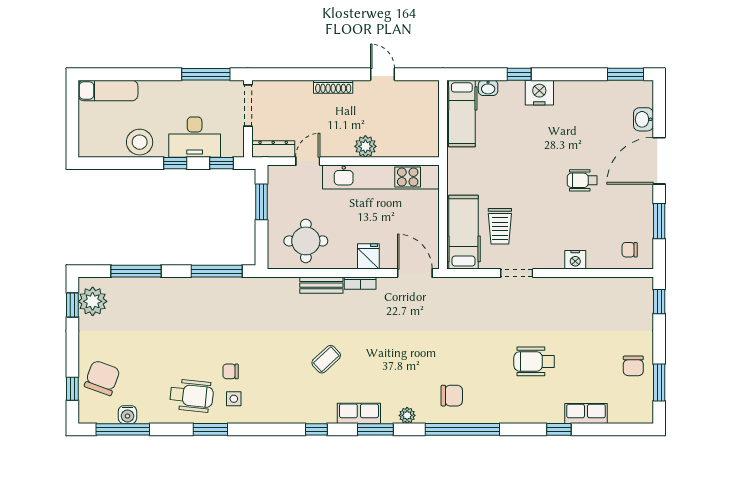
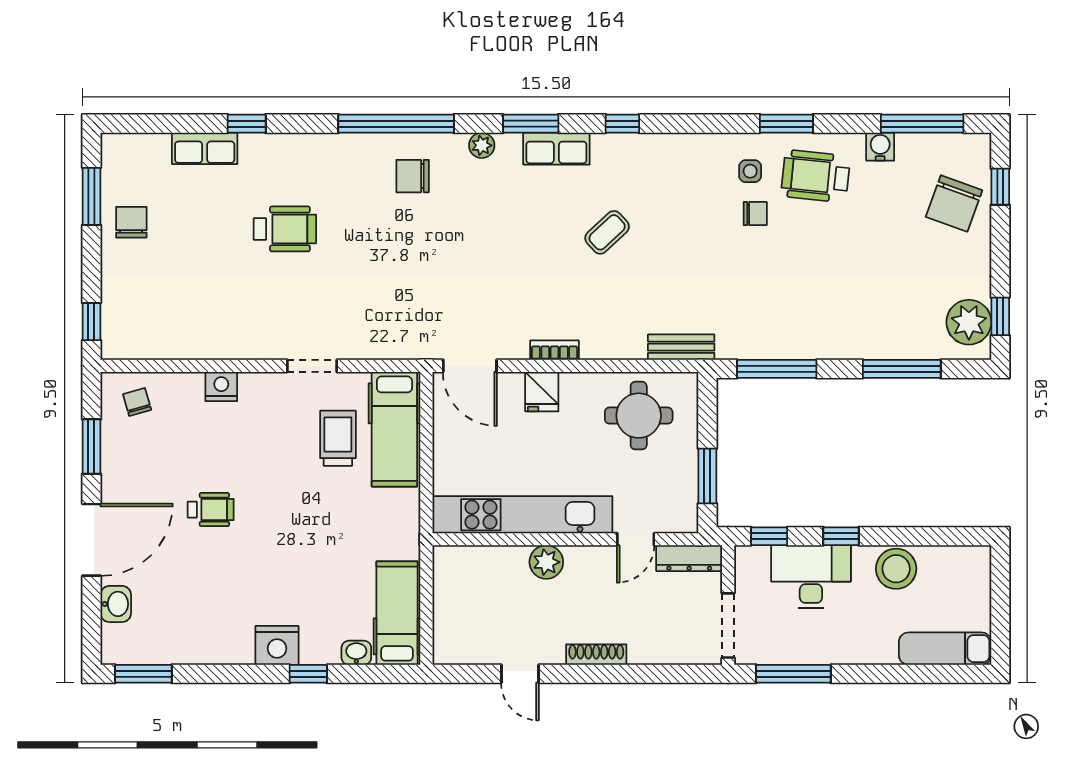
chair: (630, 250) -> (137, 402), turned -106
bench: (321, 285) -> (681, 347), moved
water cooler: (127, 415) -> (880, 147), moved

